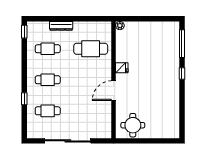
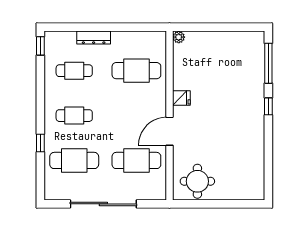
cafe table: (48, 111) -> (74, 160), width x1.37, depth x1.35
cafe table: (91, 111) -> (136, 160), added

